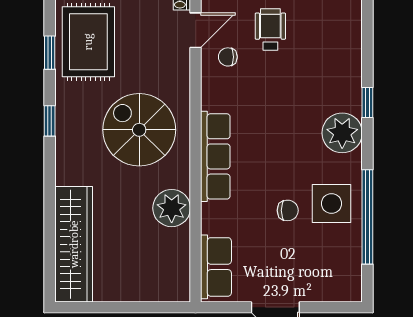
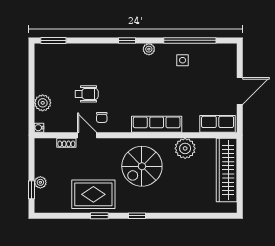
wheelchair: (270, 29) -> (87, 94), turned 180
plant: (342, 133) -> (149, 49), width x0.53, depth x0.53
side table: (332, 204) -> (183, 60), width x0.54, depth x0.54
chair: (288, 210) -> (186, 84), removed
wardrobe: (74, 244) -> (227, 170), moved, turned -90

